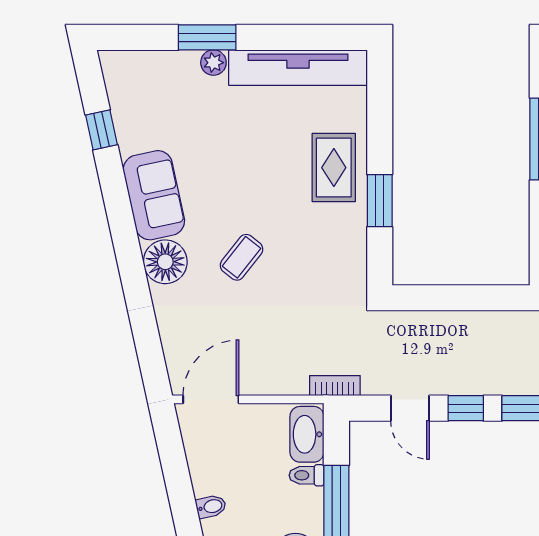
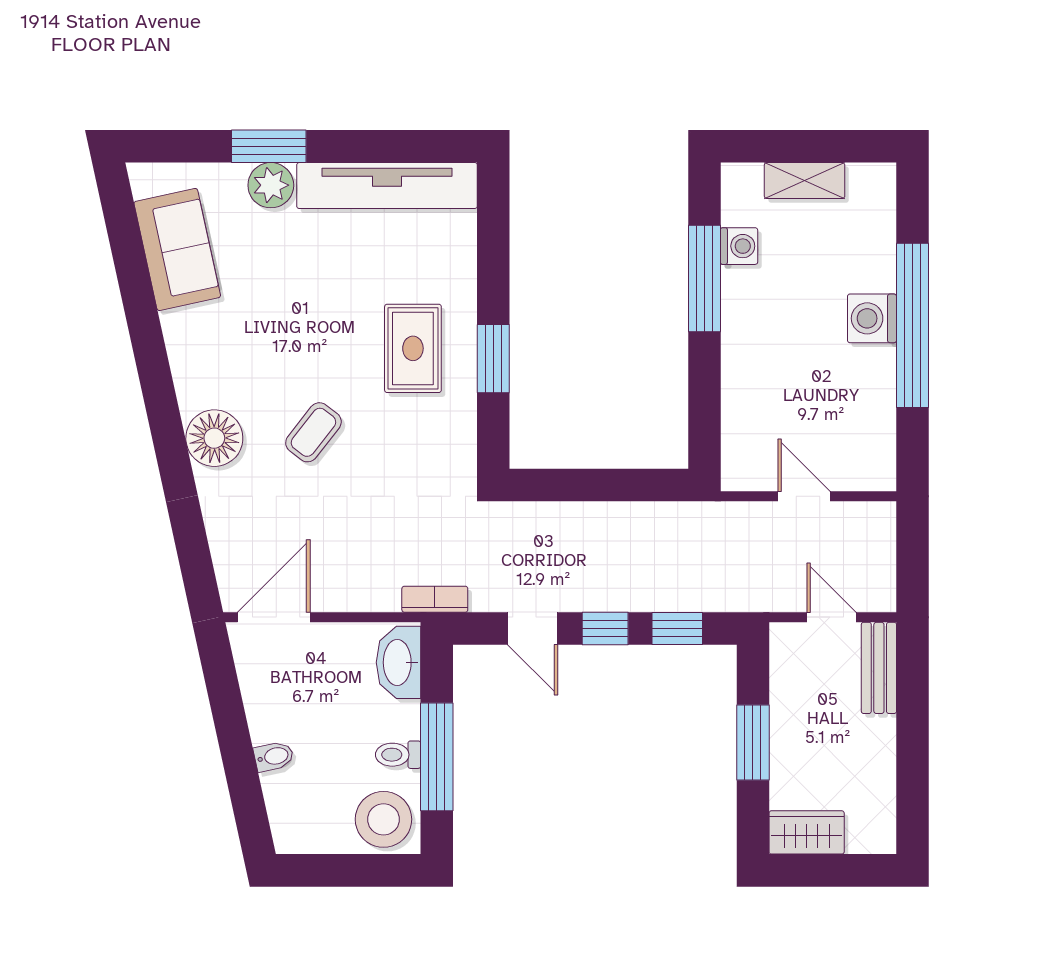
plant: (213, 63) -> (271, 185), width x1.38, depth x1.38
window: (101, 130) -> (131, 267), removed
rug: (334, 168) -> (413, 348), moved
sofa: (154, 195) -> (177, 249), moved
toilet: (307, 475) -> (398, 755), moved

